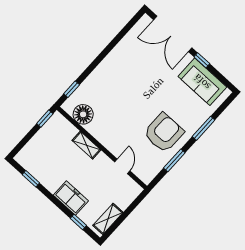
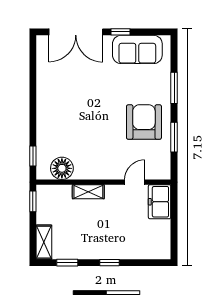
door: (122, 166) -> (135, 182), hinge flipped
freezer: (71, 198) -> (160, 202), moved, turned -90
shelving: (108, 219) -> (44, 242), moved
window: (78, 222) -> (109, 263), moved

